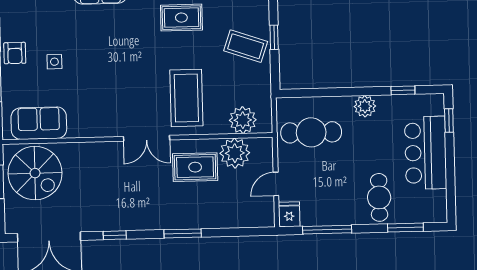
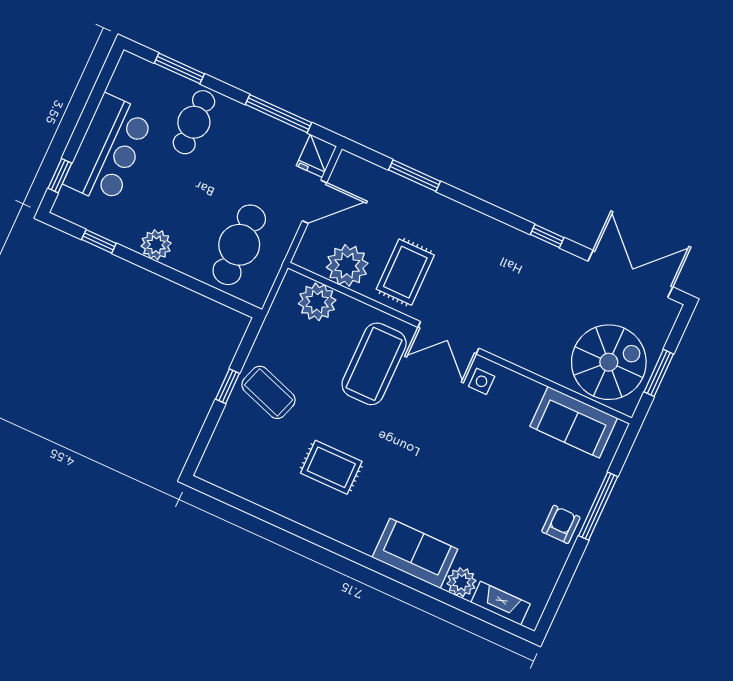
side table: (54, 62) -> (482, 381), moved
cafe table: (311, 132) -> (239, 245), turned 90
double door: (146, 138) -> (448, 338), swing flipped
rug: (195, 167) -> (405, 272), turned 90
spiral stairs: (35, 173) -> (609, 362), turned 90
door: (276, 184) -> (315, 202), width x1.38
window: (183, 233) -> (414, 176), moved

